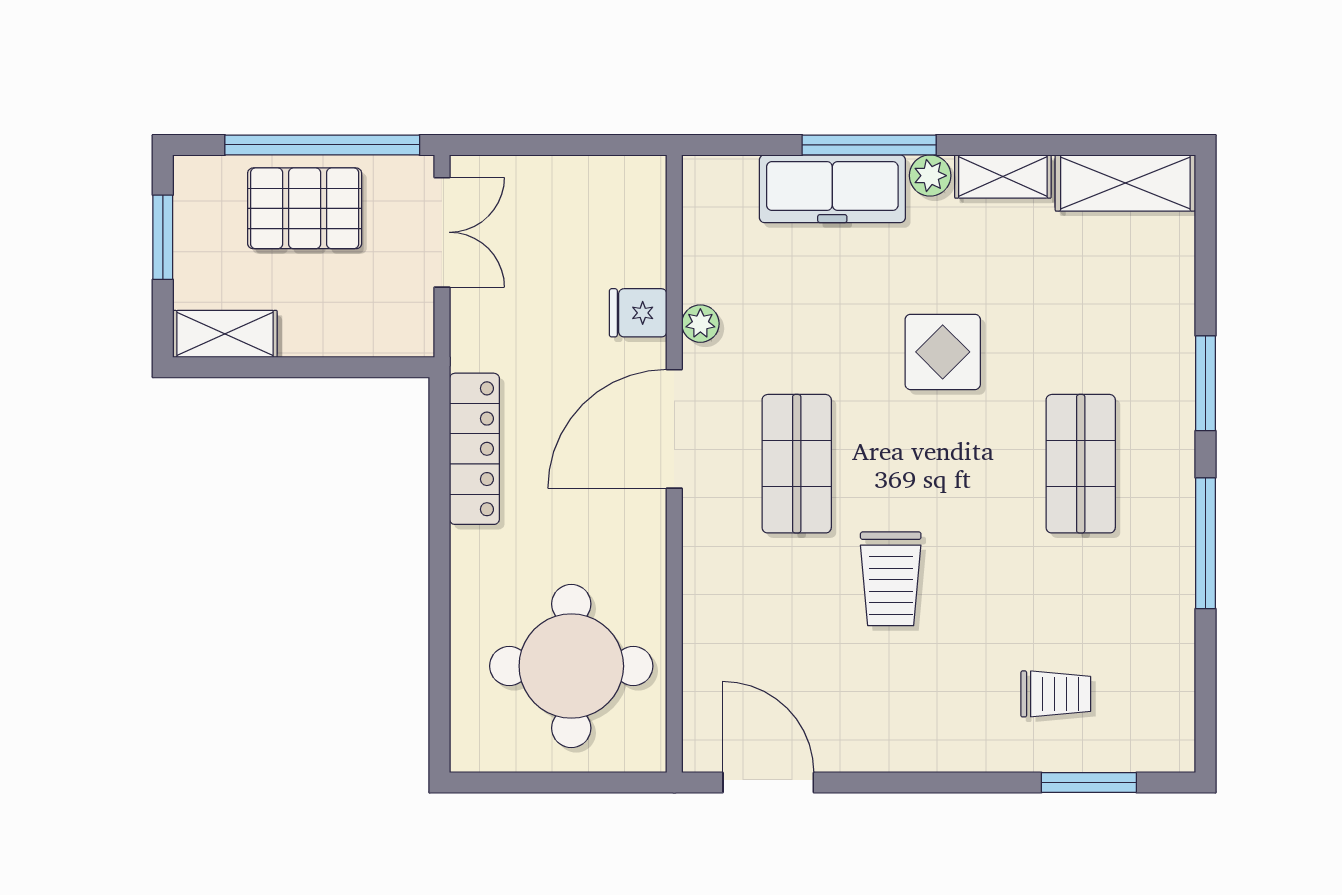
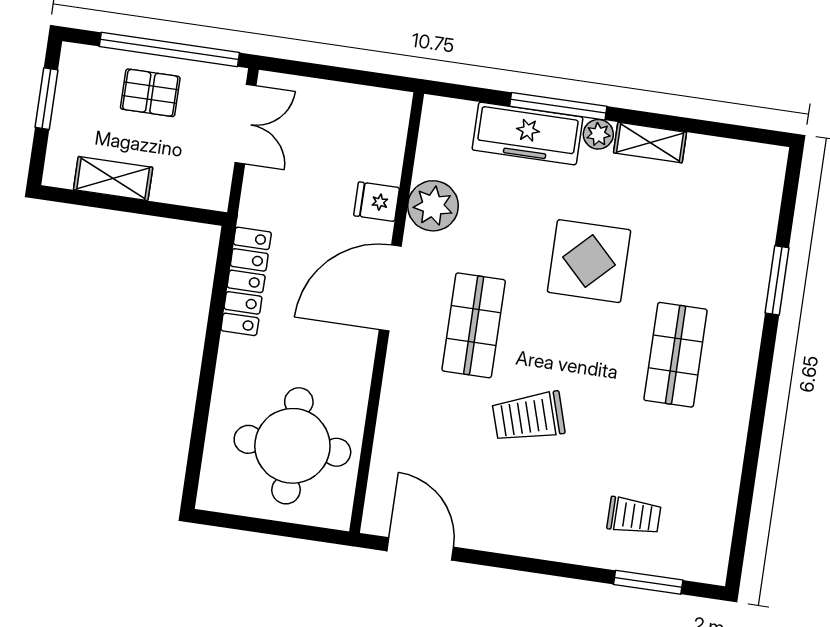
shelving: (1125, 183) -> (736, 160), removed
pallet: (305, 208) -> (150, 93), width x0.67, depth x0.71
plant: (700, 324) -> (433, 206), width x1.87, depth x1.87
shelving: (225, 334) -> (113, 179), moved
display table: (943, 352) -> (589, 261), width x1.36, depth x1.36
window: (1206, 383) -> (777, 280), moved
window: (1206, 543) -> (756, 424), removed
trolley: (891, 579) -> (529, 417), turned 73

